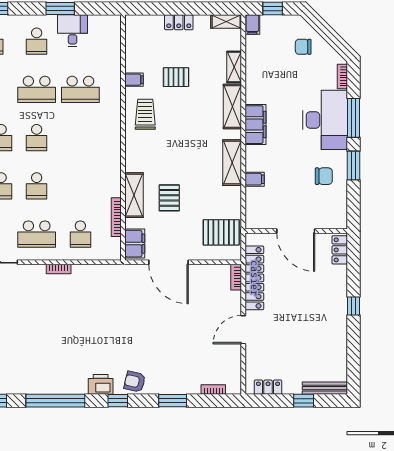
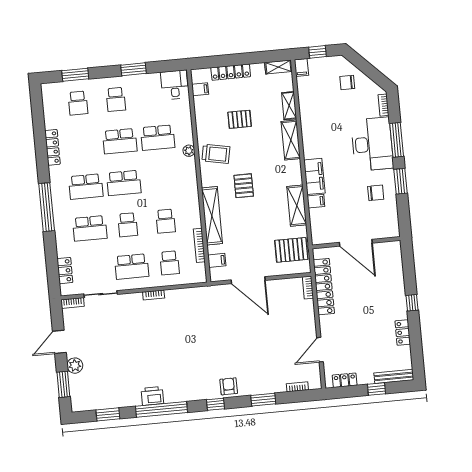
locker: (179, 22) -> (231, 72), width x1.53
desk: (73, 31) -> (175, 85), moved
filing cabinet: (134, 80) -> (200, 89), moved
plant: (115, 108) -> (189, 151), added
trolley: (145, 114) -> (216, 154), turned 101
filing cabinet: (255, 125) -> (314, 176), moved
school desk: (37, 138) -> (124, 183), width x1.85
shelving: (232, 163) -> (297, 206), moved
school desk: (80, 186) -> (166, 221), added
shelving: (134, 195) -> (212, 216), width x1.47
pallet: (169, 198) -> (244, 186), moved
filing cabinet: (135, 244) -> (217, 260), width x0.50
locker: (340, 250) -> (403, 333), moved
door: (243, 330) -> (320, 350), moved
armchair: (135, 382) -> (229, 386), turned 77
printer: (101, 384) -> (152, 396), moved

